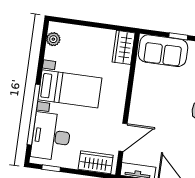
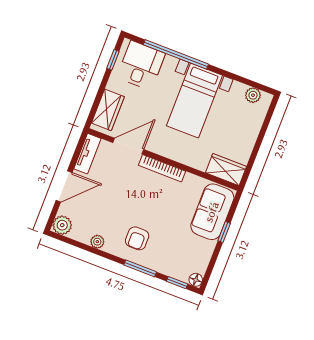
bookcase: (135, 103) -> (162, 168), added
desk: (51, 136) -> (141, 65), width x0.73
door: (123, 137) -> (128, 146), swing flipped

